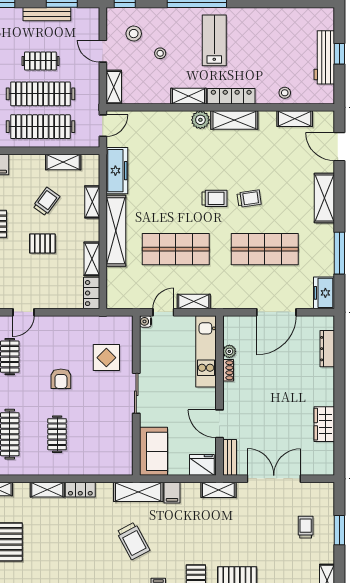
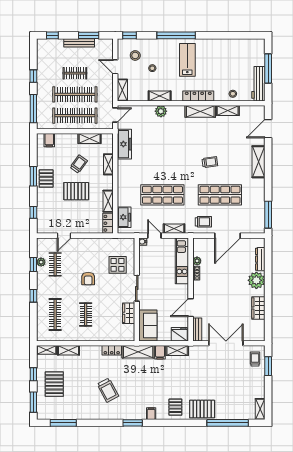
window: (339, 54) -> (268, 68), width x2.17
workbench: (324, 57) -> (258, 84), moved
shelving: (189, 96) -> (160, 96), moved
shelving: (295, 119) -> (228, 110), moved
plant: (200, 120) -> (161, 111), moved
door: (339, 147) -> (268, 129), hinge flipped
trolley: (214, 198) -> (203, 222), moved
shelving: (116, 231) -> (124, 183), removed
pallet: (42, 243) -> (76, 191), width x1.50, depth x1.42
window: (339, 253) -> (268, 215), moved
freezer: (324, 293) -> (124, 217), moved, turned 180
door: (163, 312) -> (154, 236), hinge flipped
plant: (321, 381) -> (256, 280), added
door: (219, 424) -> (191, 308), hinge flipped
wardrobe: (124, 432) -> (129, 313), added
shelving: (47, 490) -> (69, 350), moved
locker: (80, 490) -> (112, 350), moved
shelving: (218, 490) -> (177, 350), moved
trolley: (306, 527) -> (255, 359), moved
window: (339, 530) -> (268, 366), moved
trolley: (133, 541) -> (108, 390), moved

